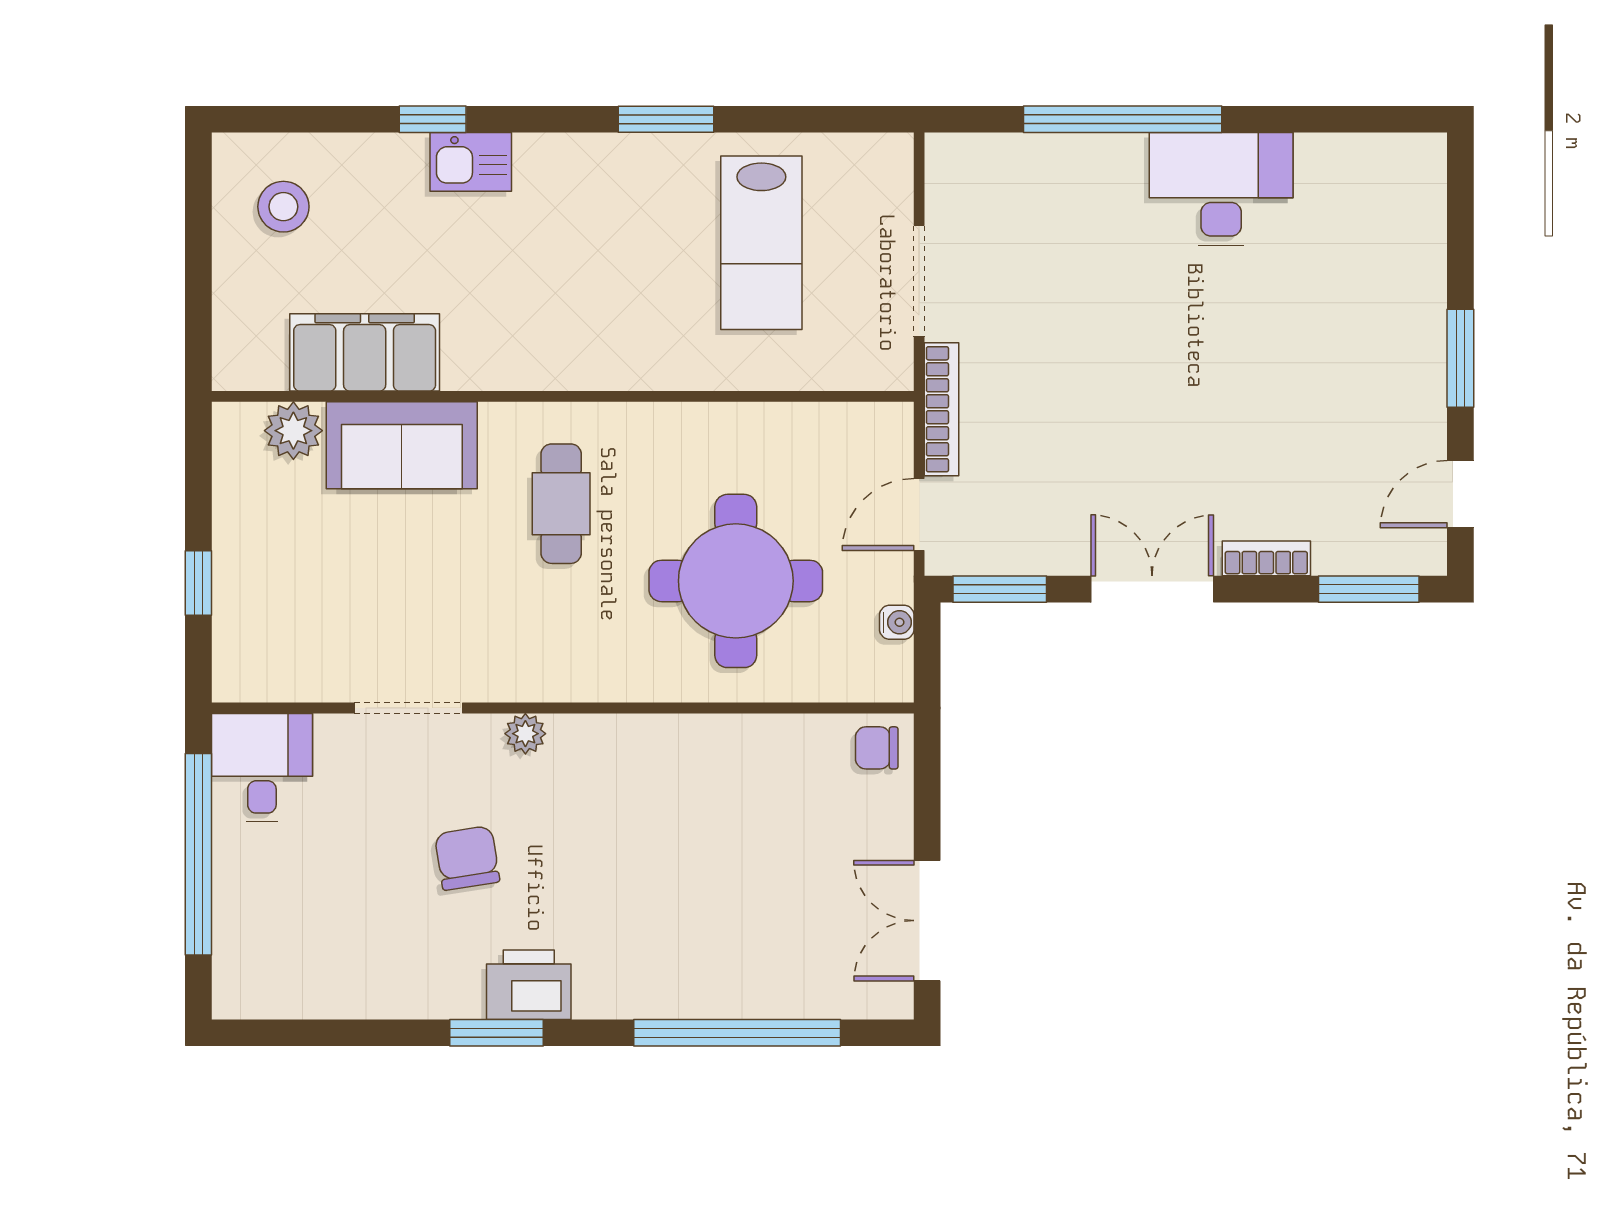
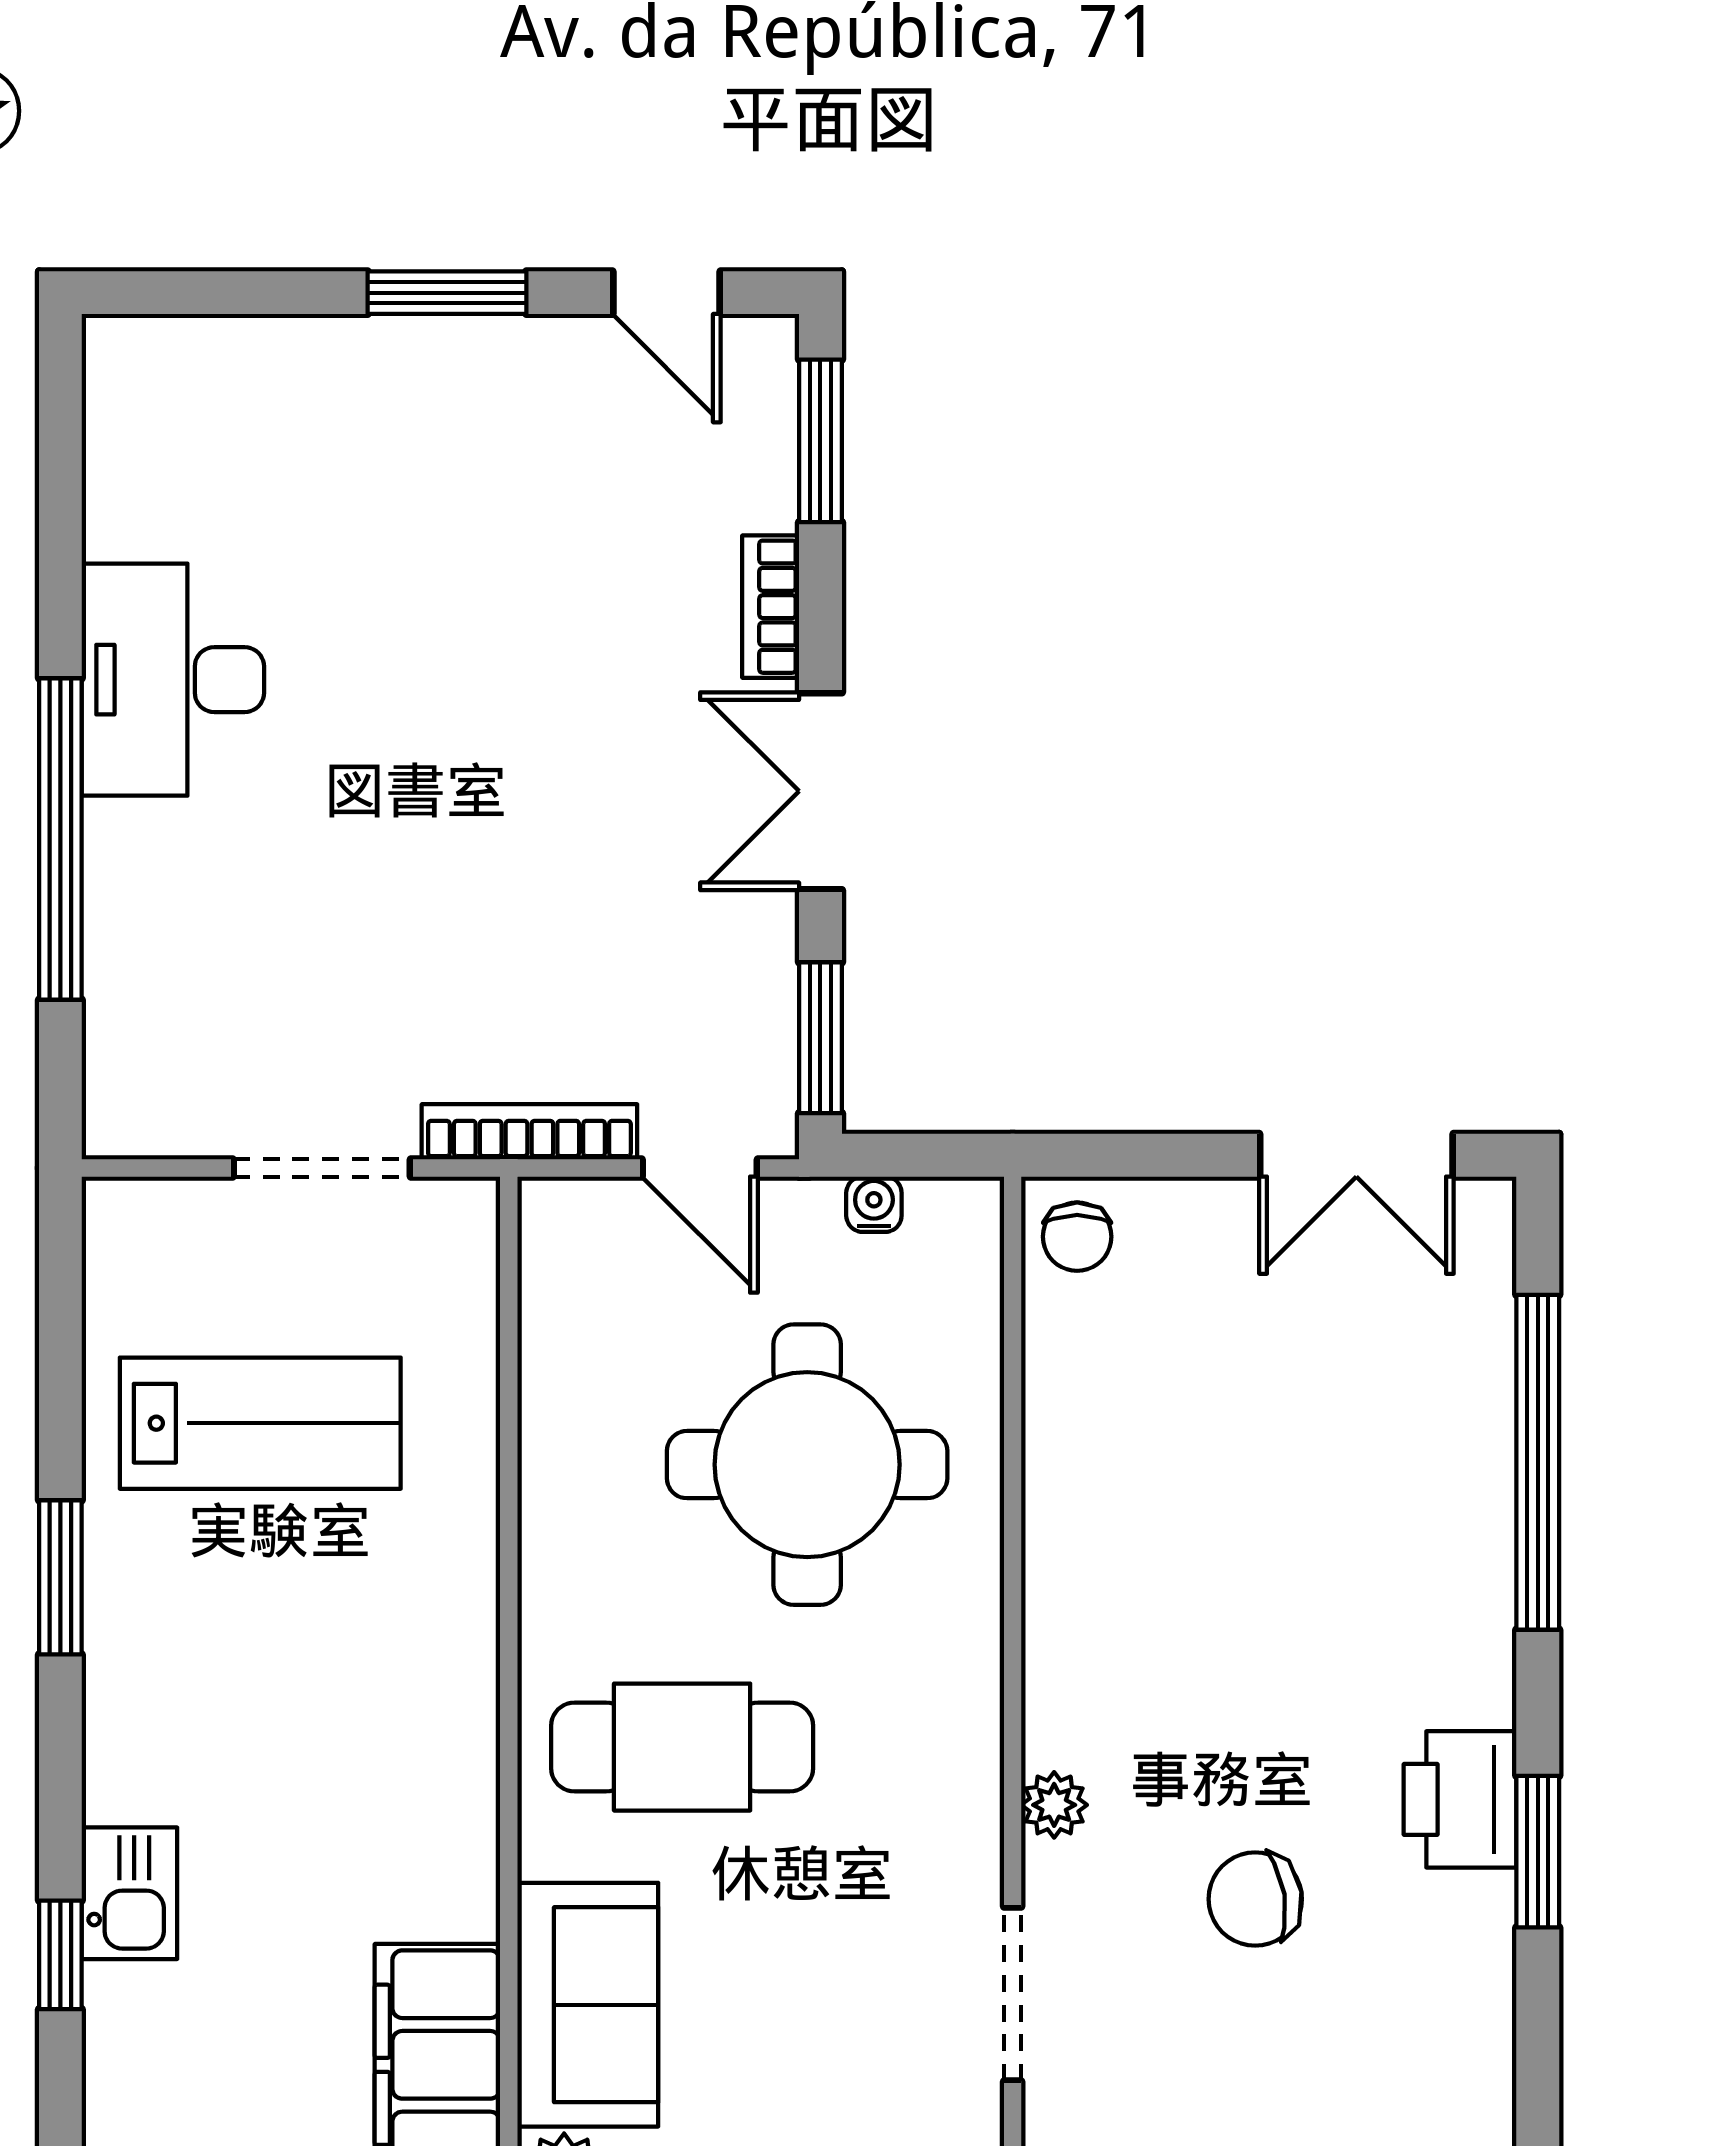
cafe table: (561, 504) -> (682, 1747), width x1.37, depth x1.35

